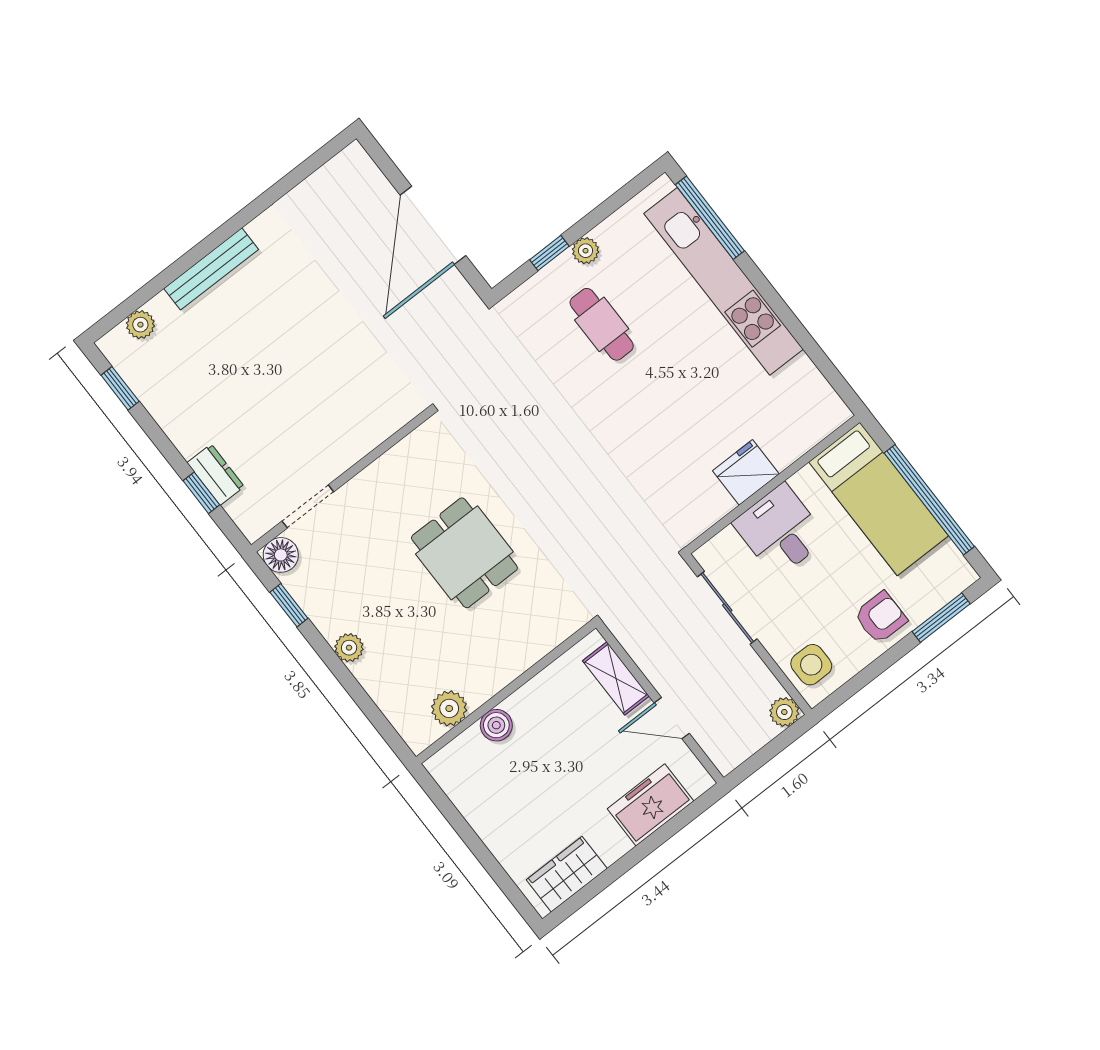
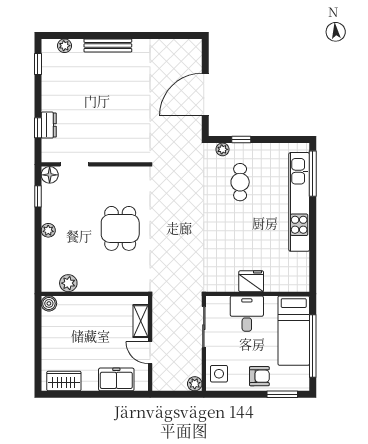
plant: (586, 251) -> (222, 149), moved
boiler: (496, 725) -> (49, 303), moved

